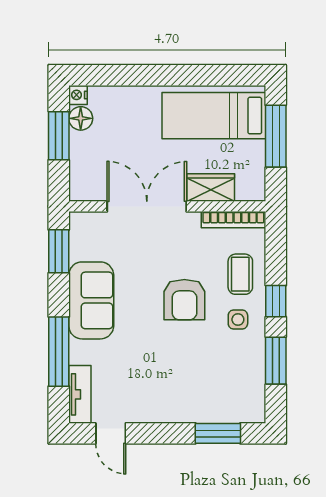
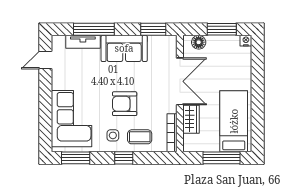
floor lamp: (81, 118) -> (199, 42), moved
window: (276, 361) -> (76, 158), moved
corner sofa: (210, 389) -> (71, 119), added
tv unit: (80, 394) -> (83, 42), moved
window: (218, 433) -> (45, 124), removed

